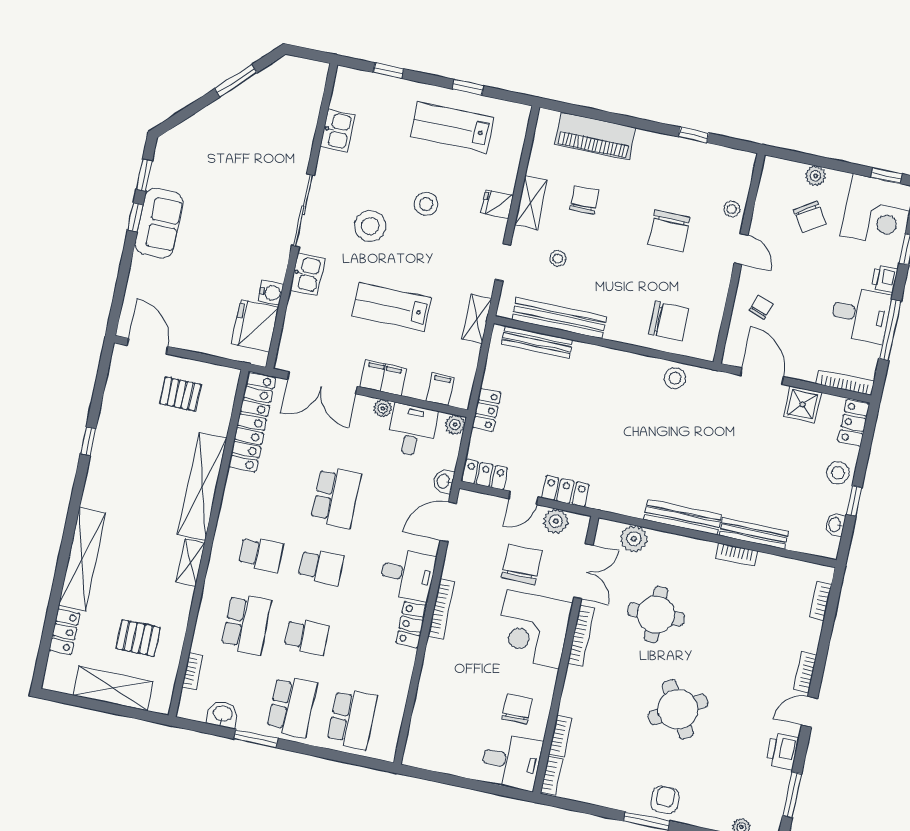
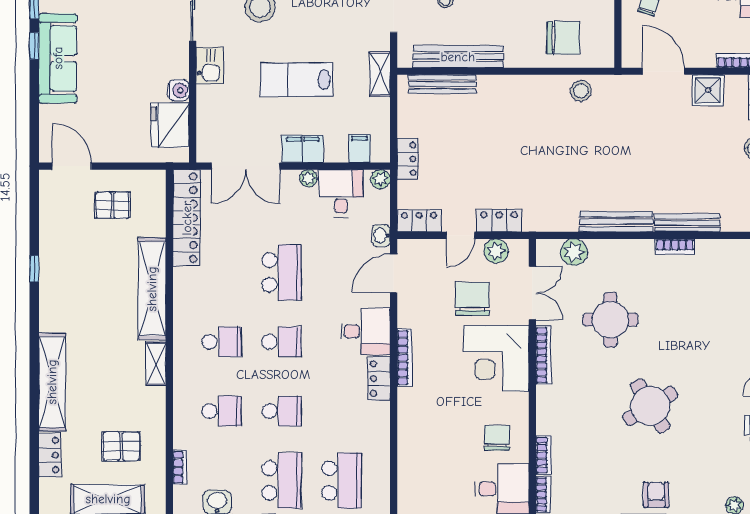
sofa: (159, 223) -> (58, 58), width x1.36
school desk: (246, 624) -> (222, 411), width x0.54

